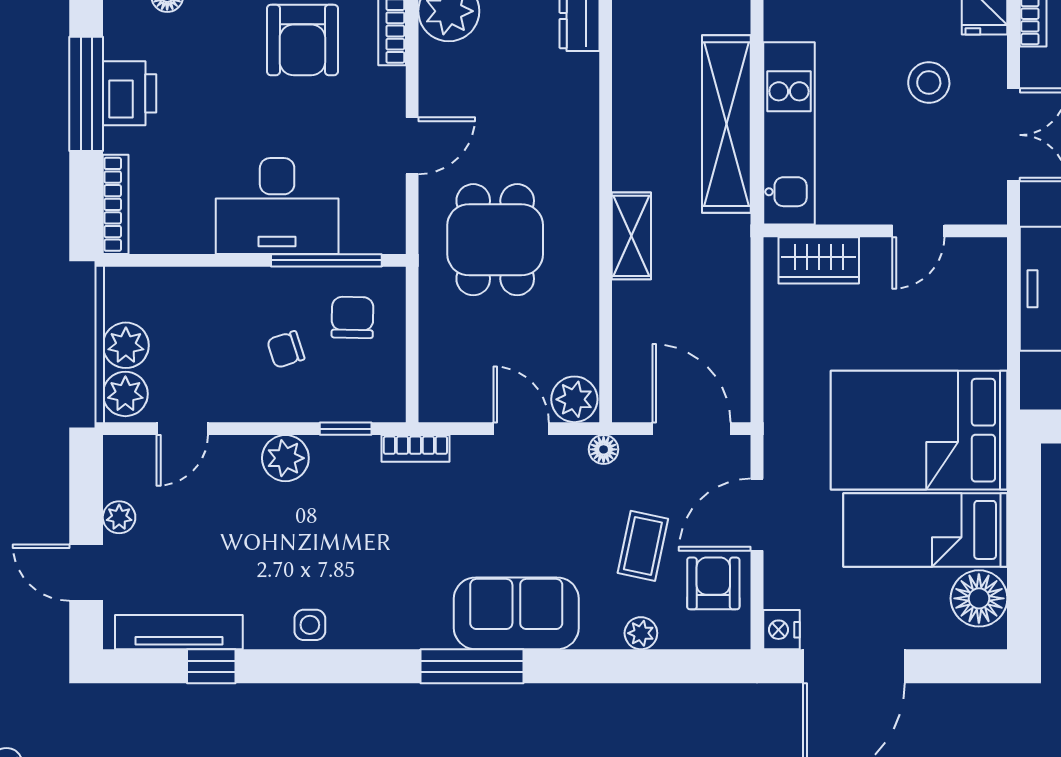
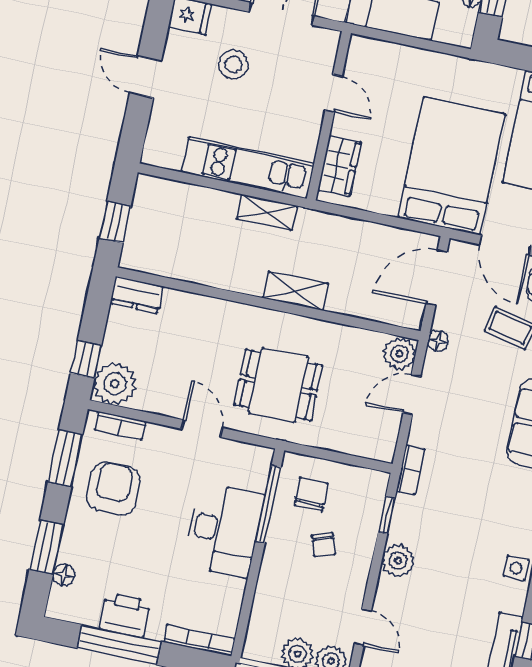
armchair: (302, 40) -> (113, 488), turned -90
shelving: (726, 124) -> (267, 212), width x0.45, depth x0.75
chair: (352, 317) -> (311, 494), turned 89
bed: (919, 430) -> (452, 166), moved, turned 180

